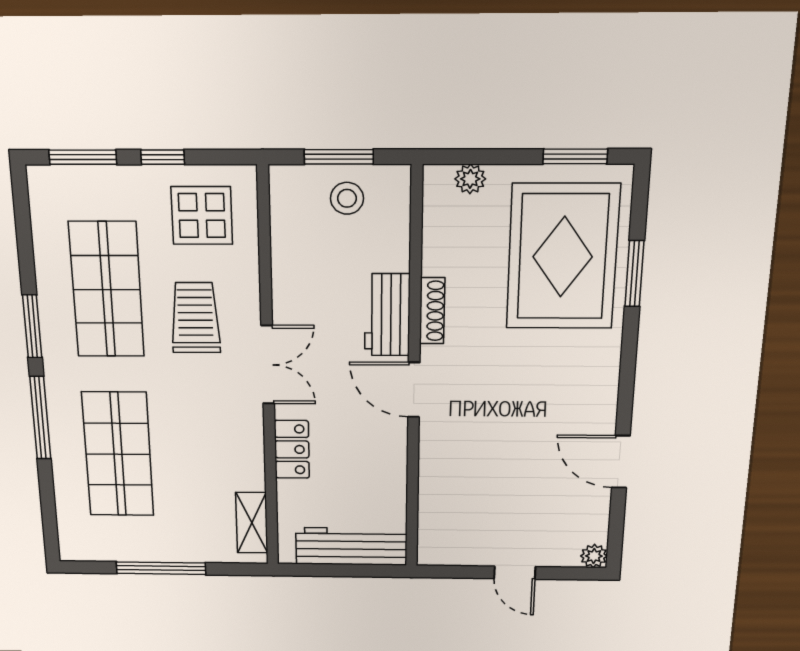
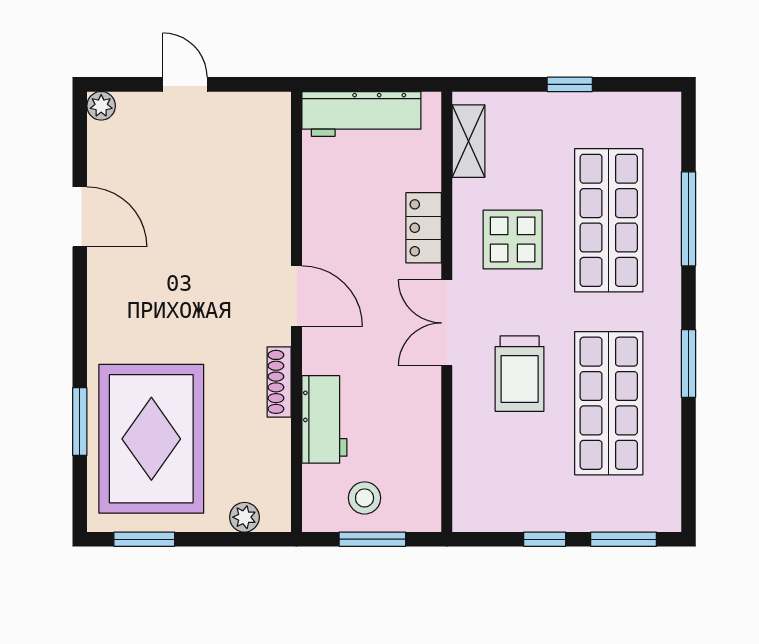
display table: (202, 216) -> (513, 239), moved
workbench: (387, 315) -> (324, 419), moved
window: (40, 418) -> (689, 219), moved
window: (161, 568) -> (570, 84), width x0.46

